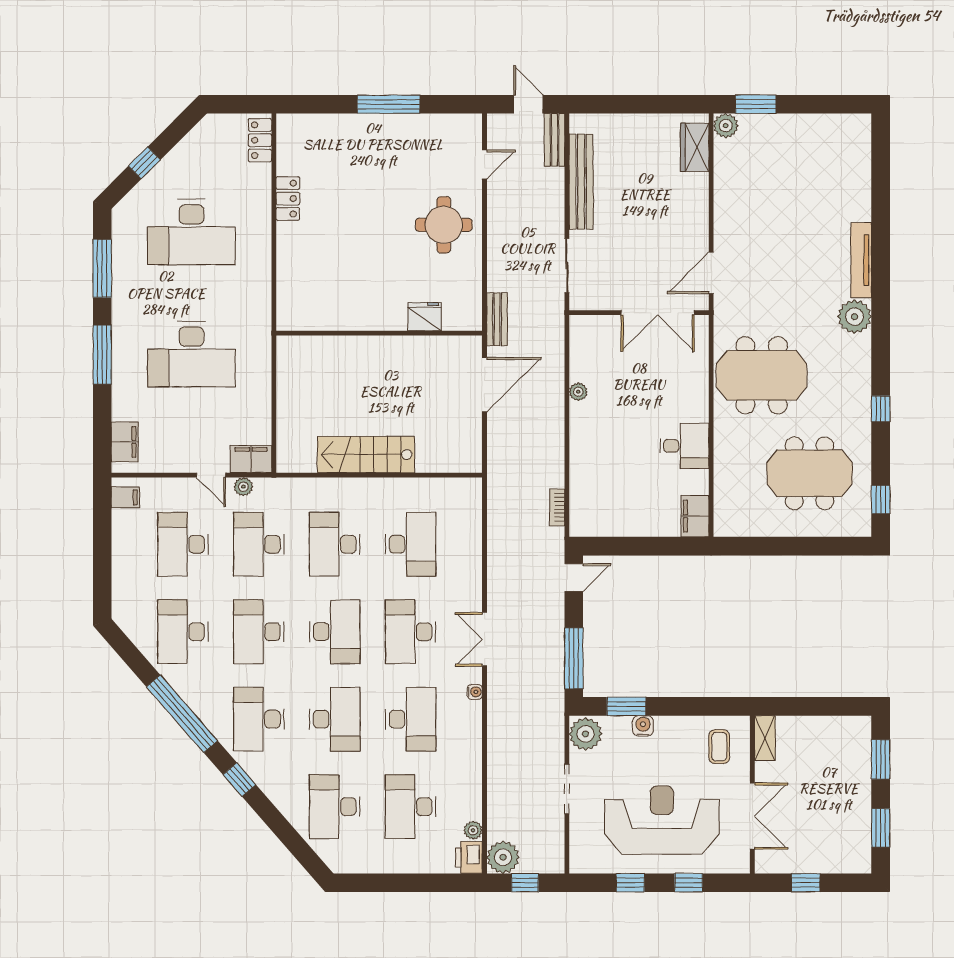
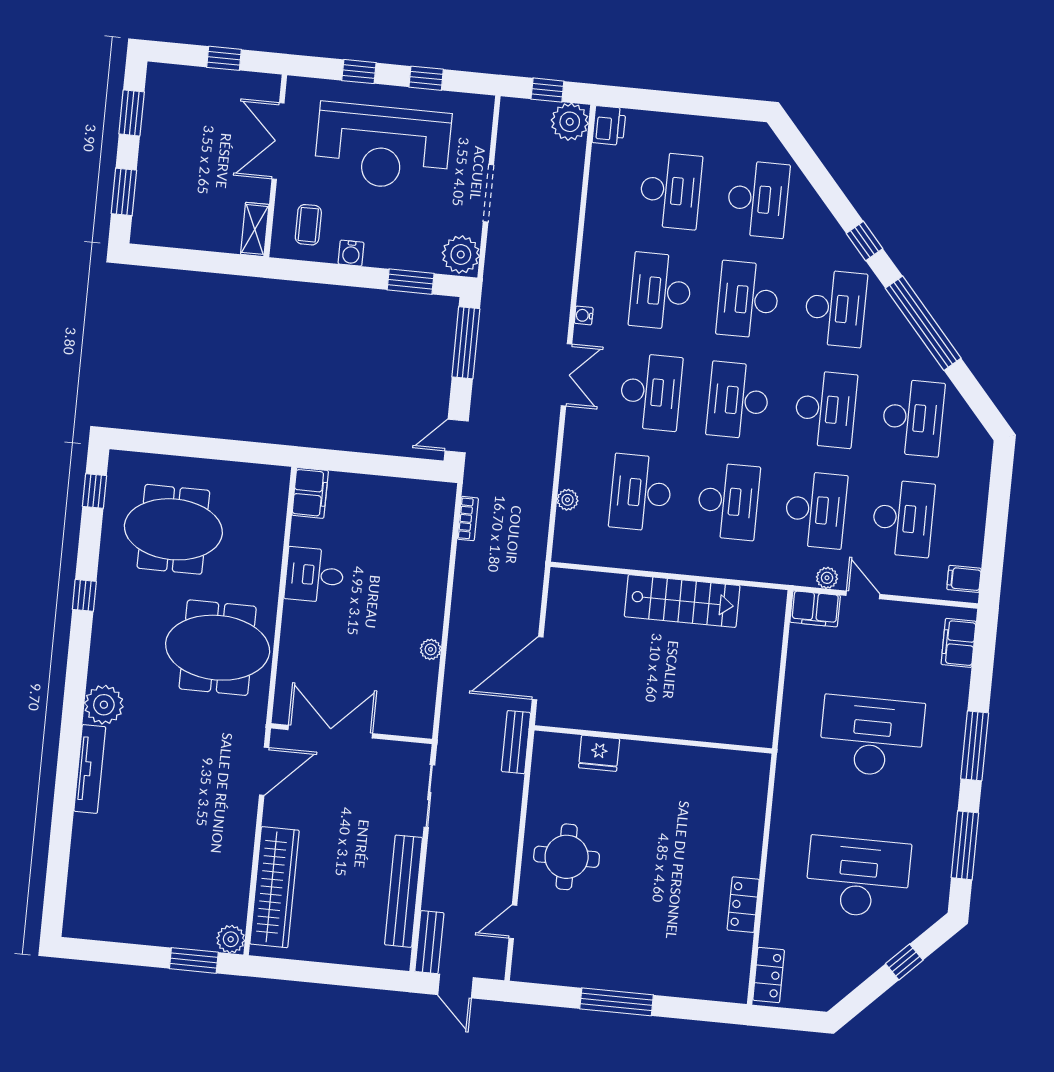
wardrobe: (695, 147) -> (275, 887), width x2.10, depth x1.17
water cooler: (643, 726) -> (351, 253), moved
plant: (473, 830) -> (568, 500), moved

